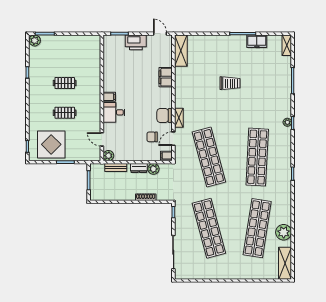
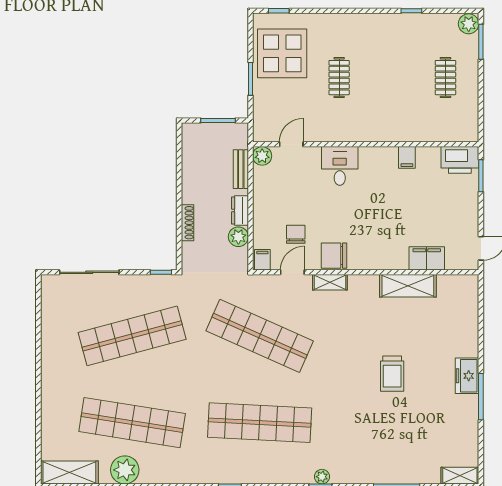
freezer: (257, 41) -> (467, 376), moved
printer: (136, 42) -> (460, 160), moved, turned -90
shelving: (181, 51) -> (408, 286), moved
filing cabinet: (166, 77) -> (427, 258), moved
clothes rail: (65, 83) -> (445, 78), moved
filing cabinet: (109, 97) -> (407, 157), moved
chair: (164, 116) -> (334, 256), turned -90
door: (173, 139) -> (292, 272), hinge flipped
shop shelf: (209, 157) -> (260, 336), turned 39

